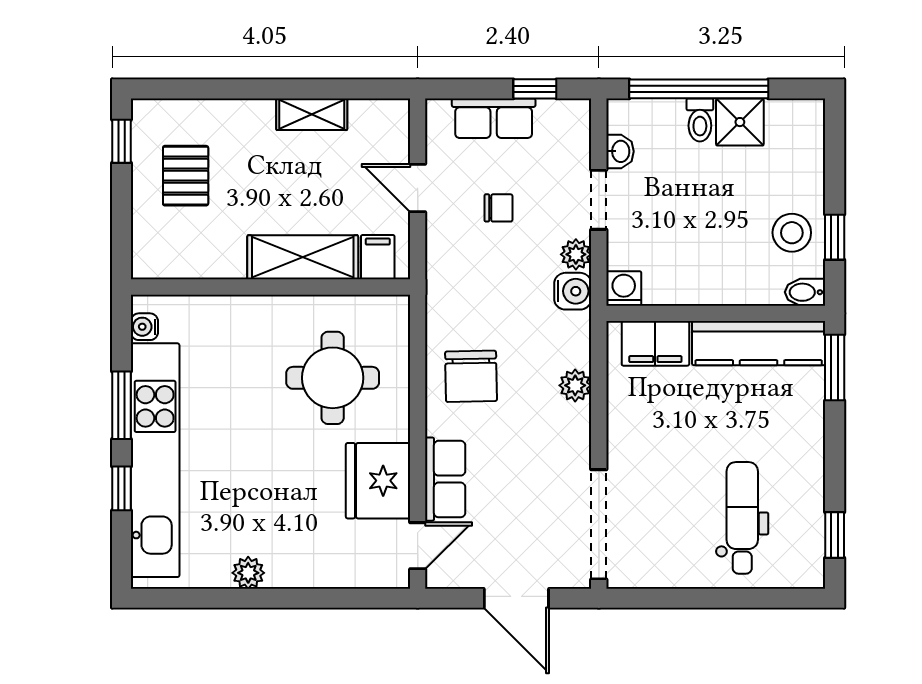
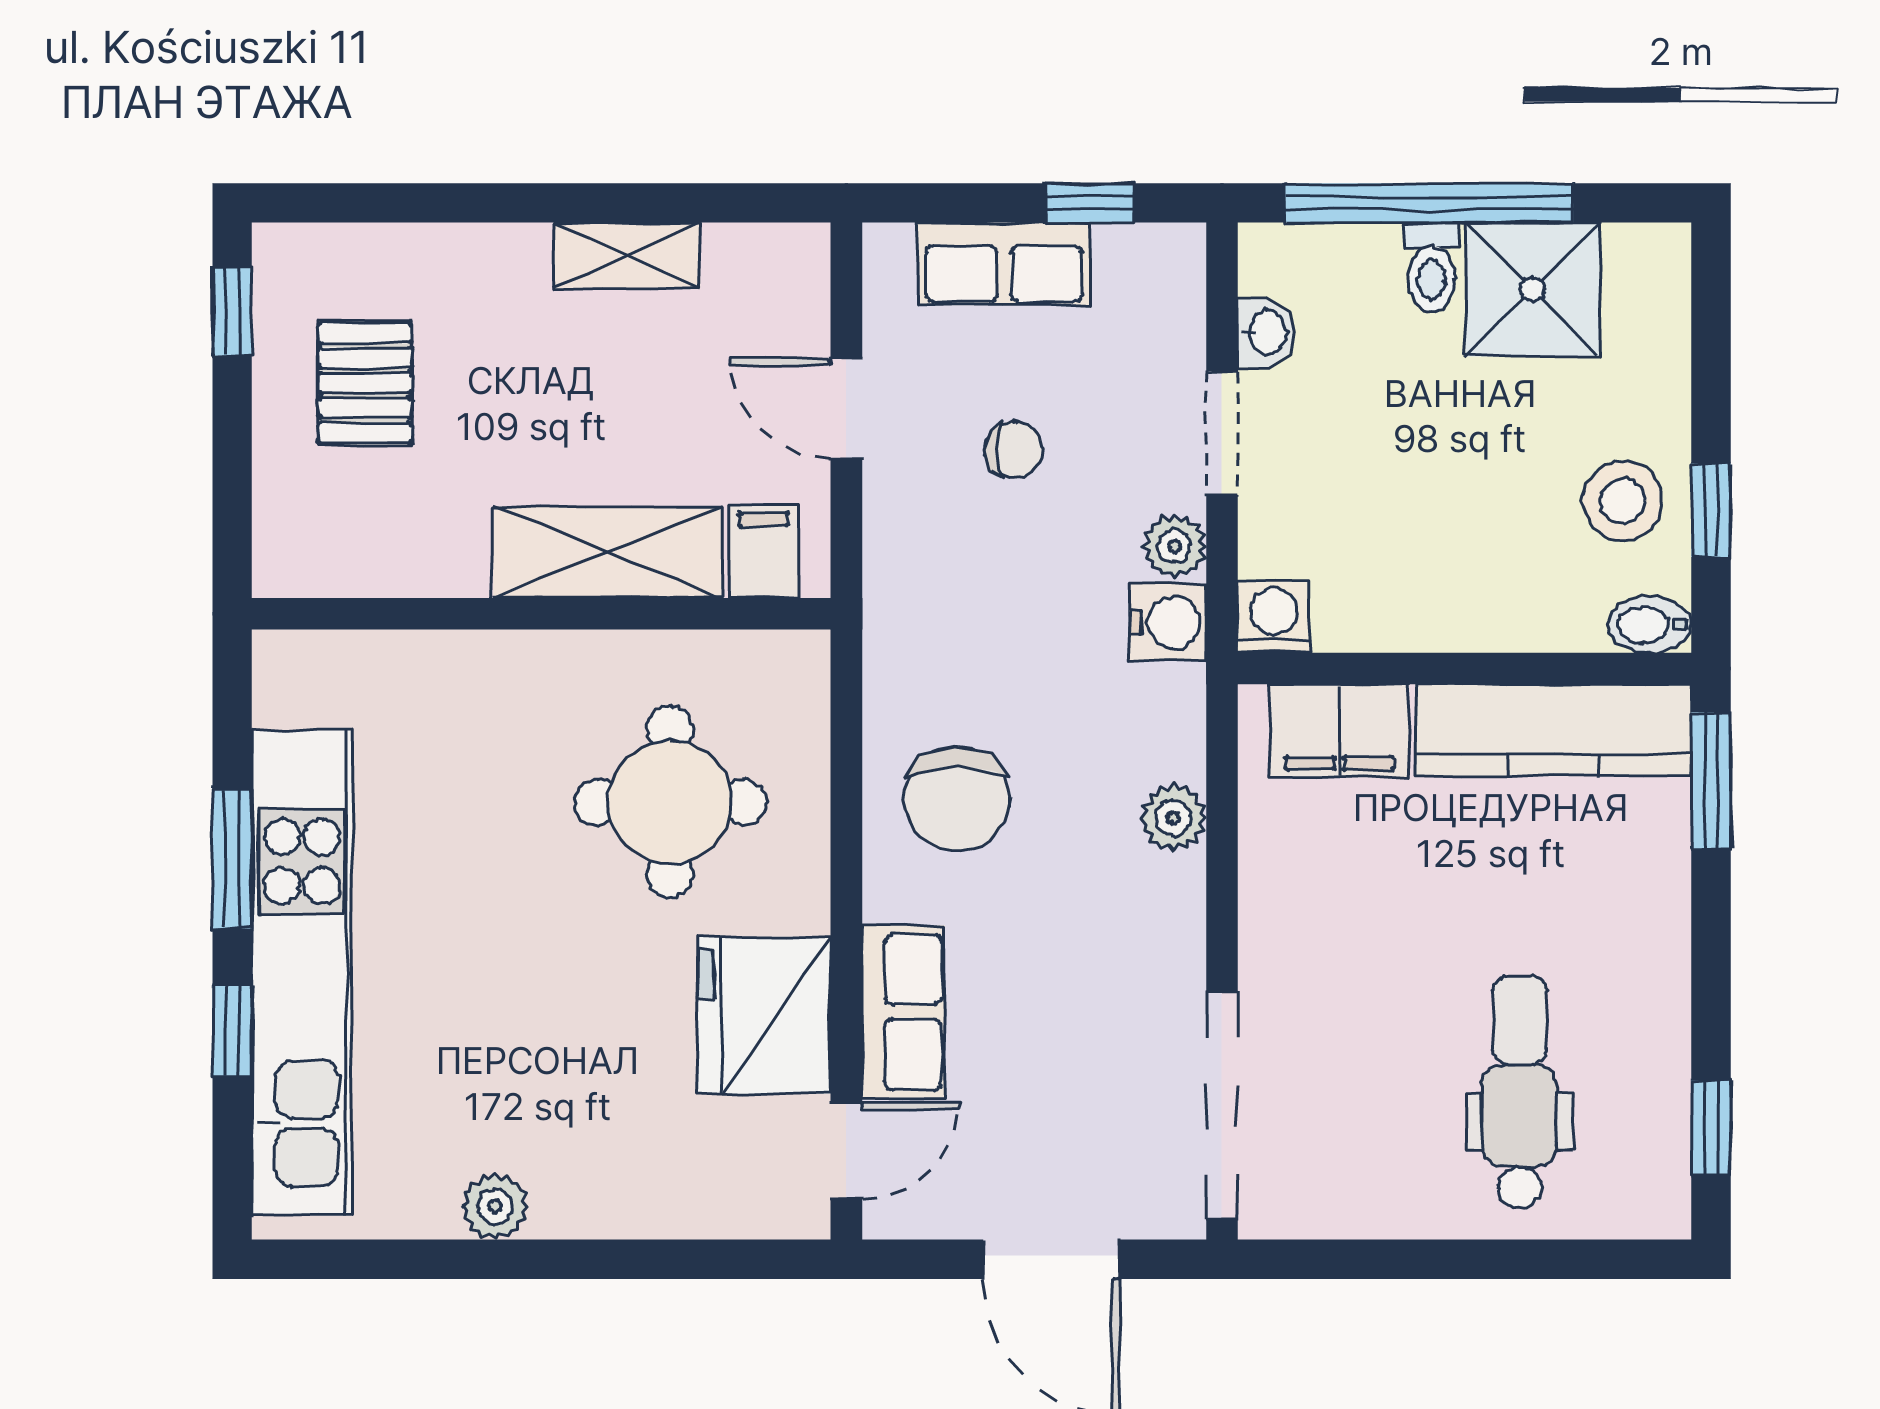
shower: (740, 122) -> (1533, 289), width x1.36, depth x1.36
water cooler: (144, 327) -> (280, 696), removed

